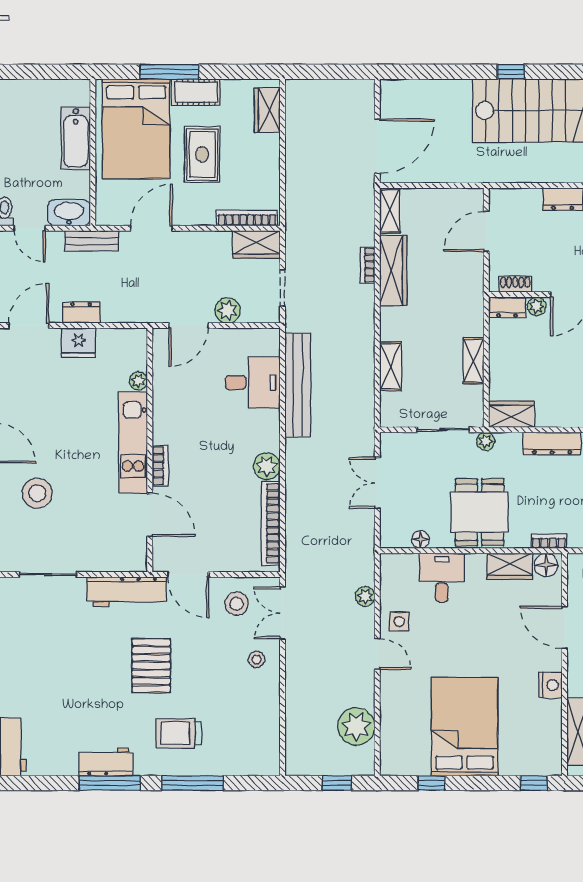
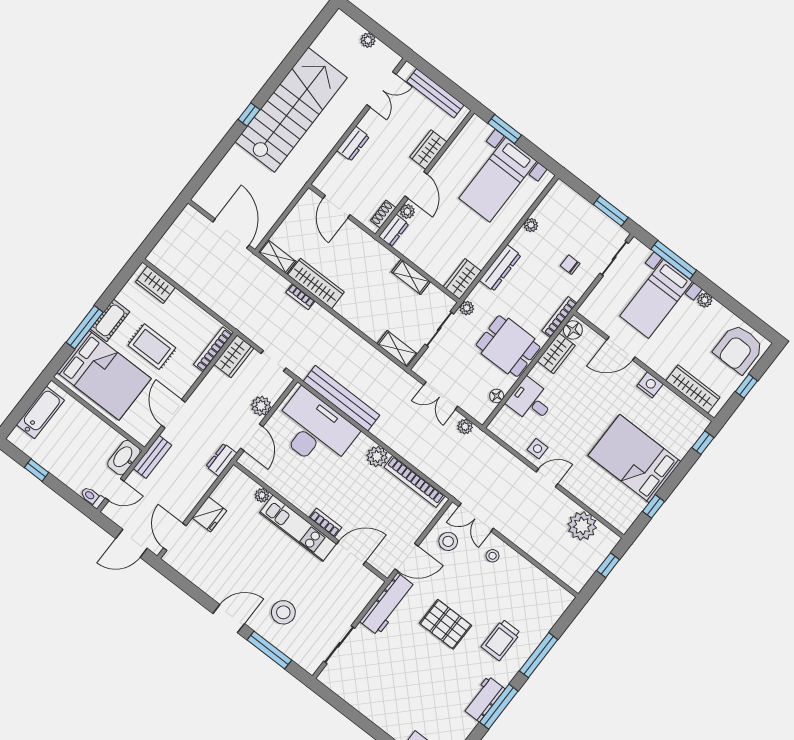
bathtub: (76, 138) -> (40, 412), moved, turned -90
dresser: (81, 312) -> (221, 460), moved
shelving: (391, 366) -> (397, 349), moved
desk: (253, 383) -> (314, 430), width x1.87, depth x1.30
bookcase: (549, 541) -> (559, 317), width x1.56
plant: (365, 596) -> (465, 427), moved

